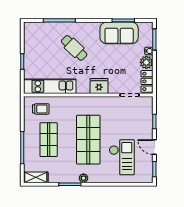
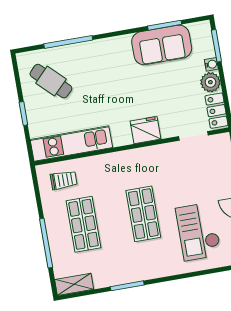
cafe table: (74, 48) -> (51, 81), moved
shop shelf: (88, 140) -> (143, 214), width x0.70, depth x0.74
checkout: (122, 157) -> (198, 231), turned 180
plant: (83, 178) -> (146, 273), removed

